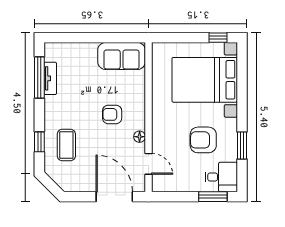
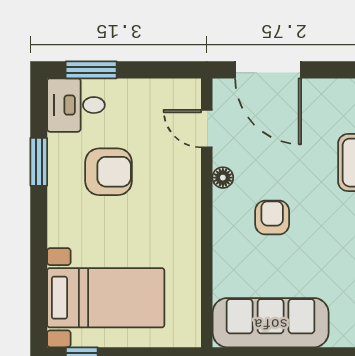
sofa: (122, 56) -> (271, 323), width x1.36
bed with nightstands: (205, 80) -> (106, 298), width x0.73
armchair: (112, 114) -> (272, 218), turned -90

